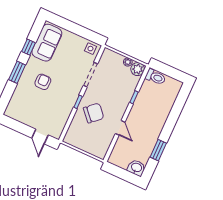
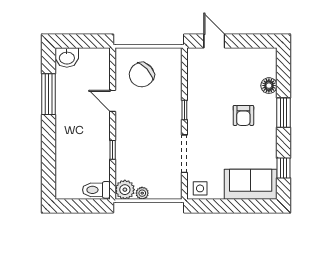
sofa: (47, 43) -> (251, 184), moved, turned 90
window: (28, 47) -> (284, 168), moved
floor lamp: (19, 93) -> (269, 86), added
chair: (94, 113) -> (142, 75), moved
window: (158, 150) -> (48, 94), width x1.44

